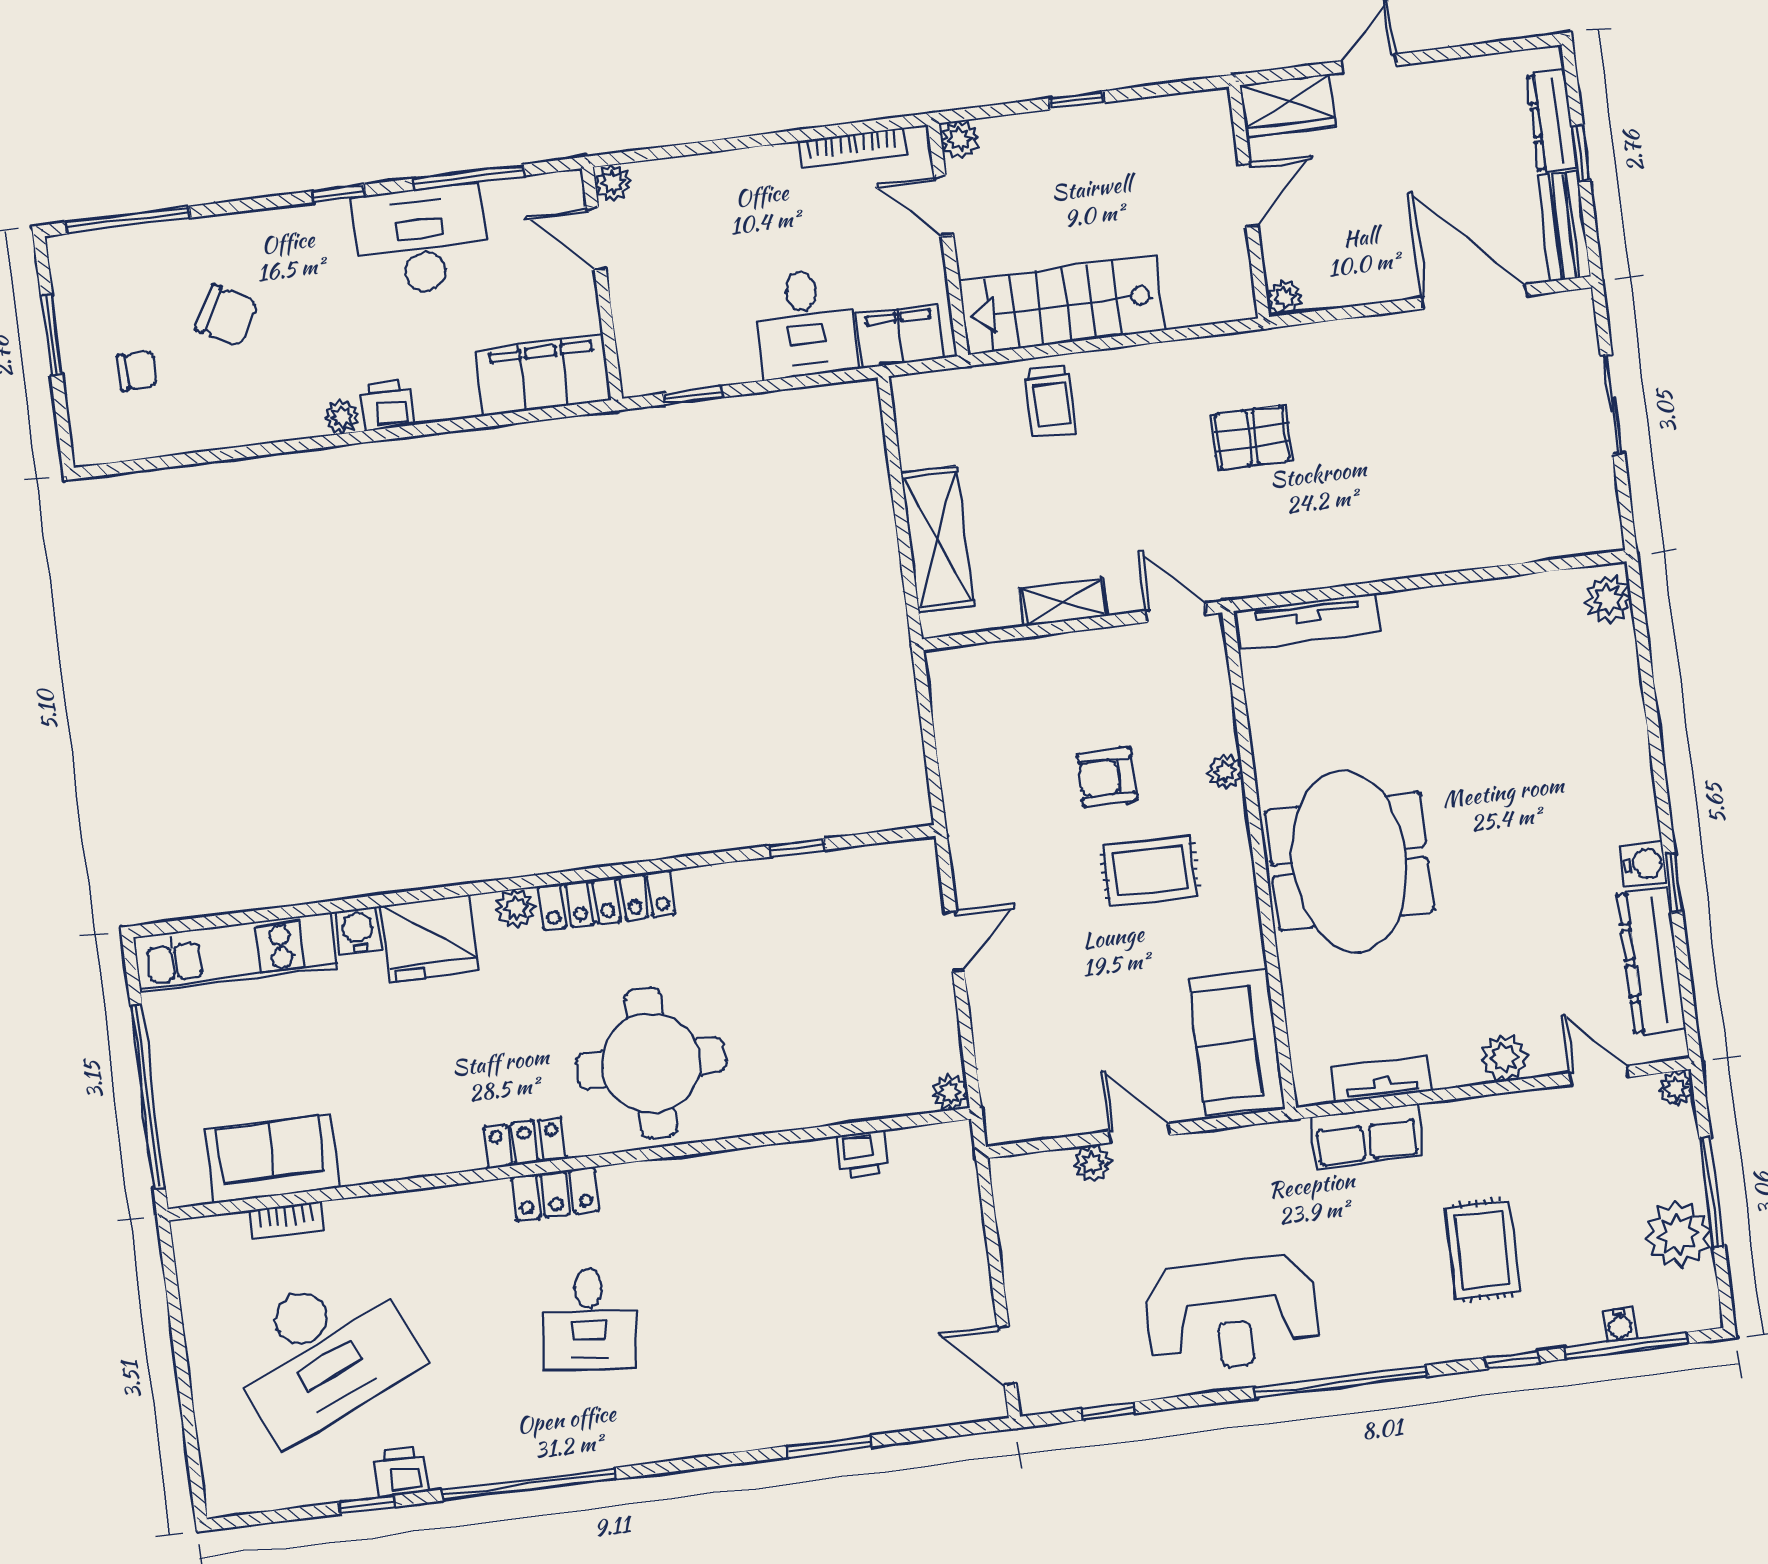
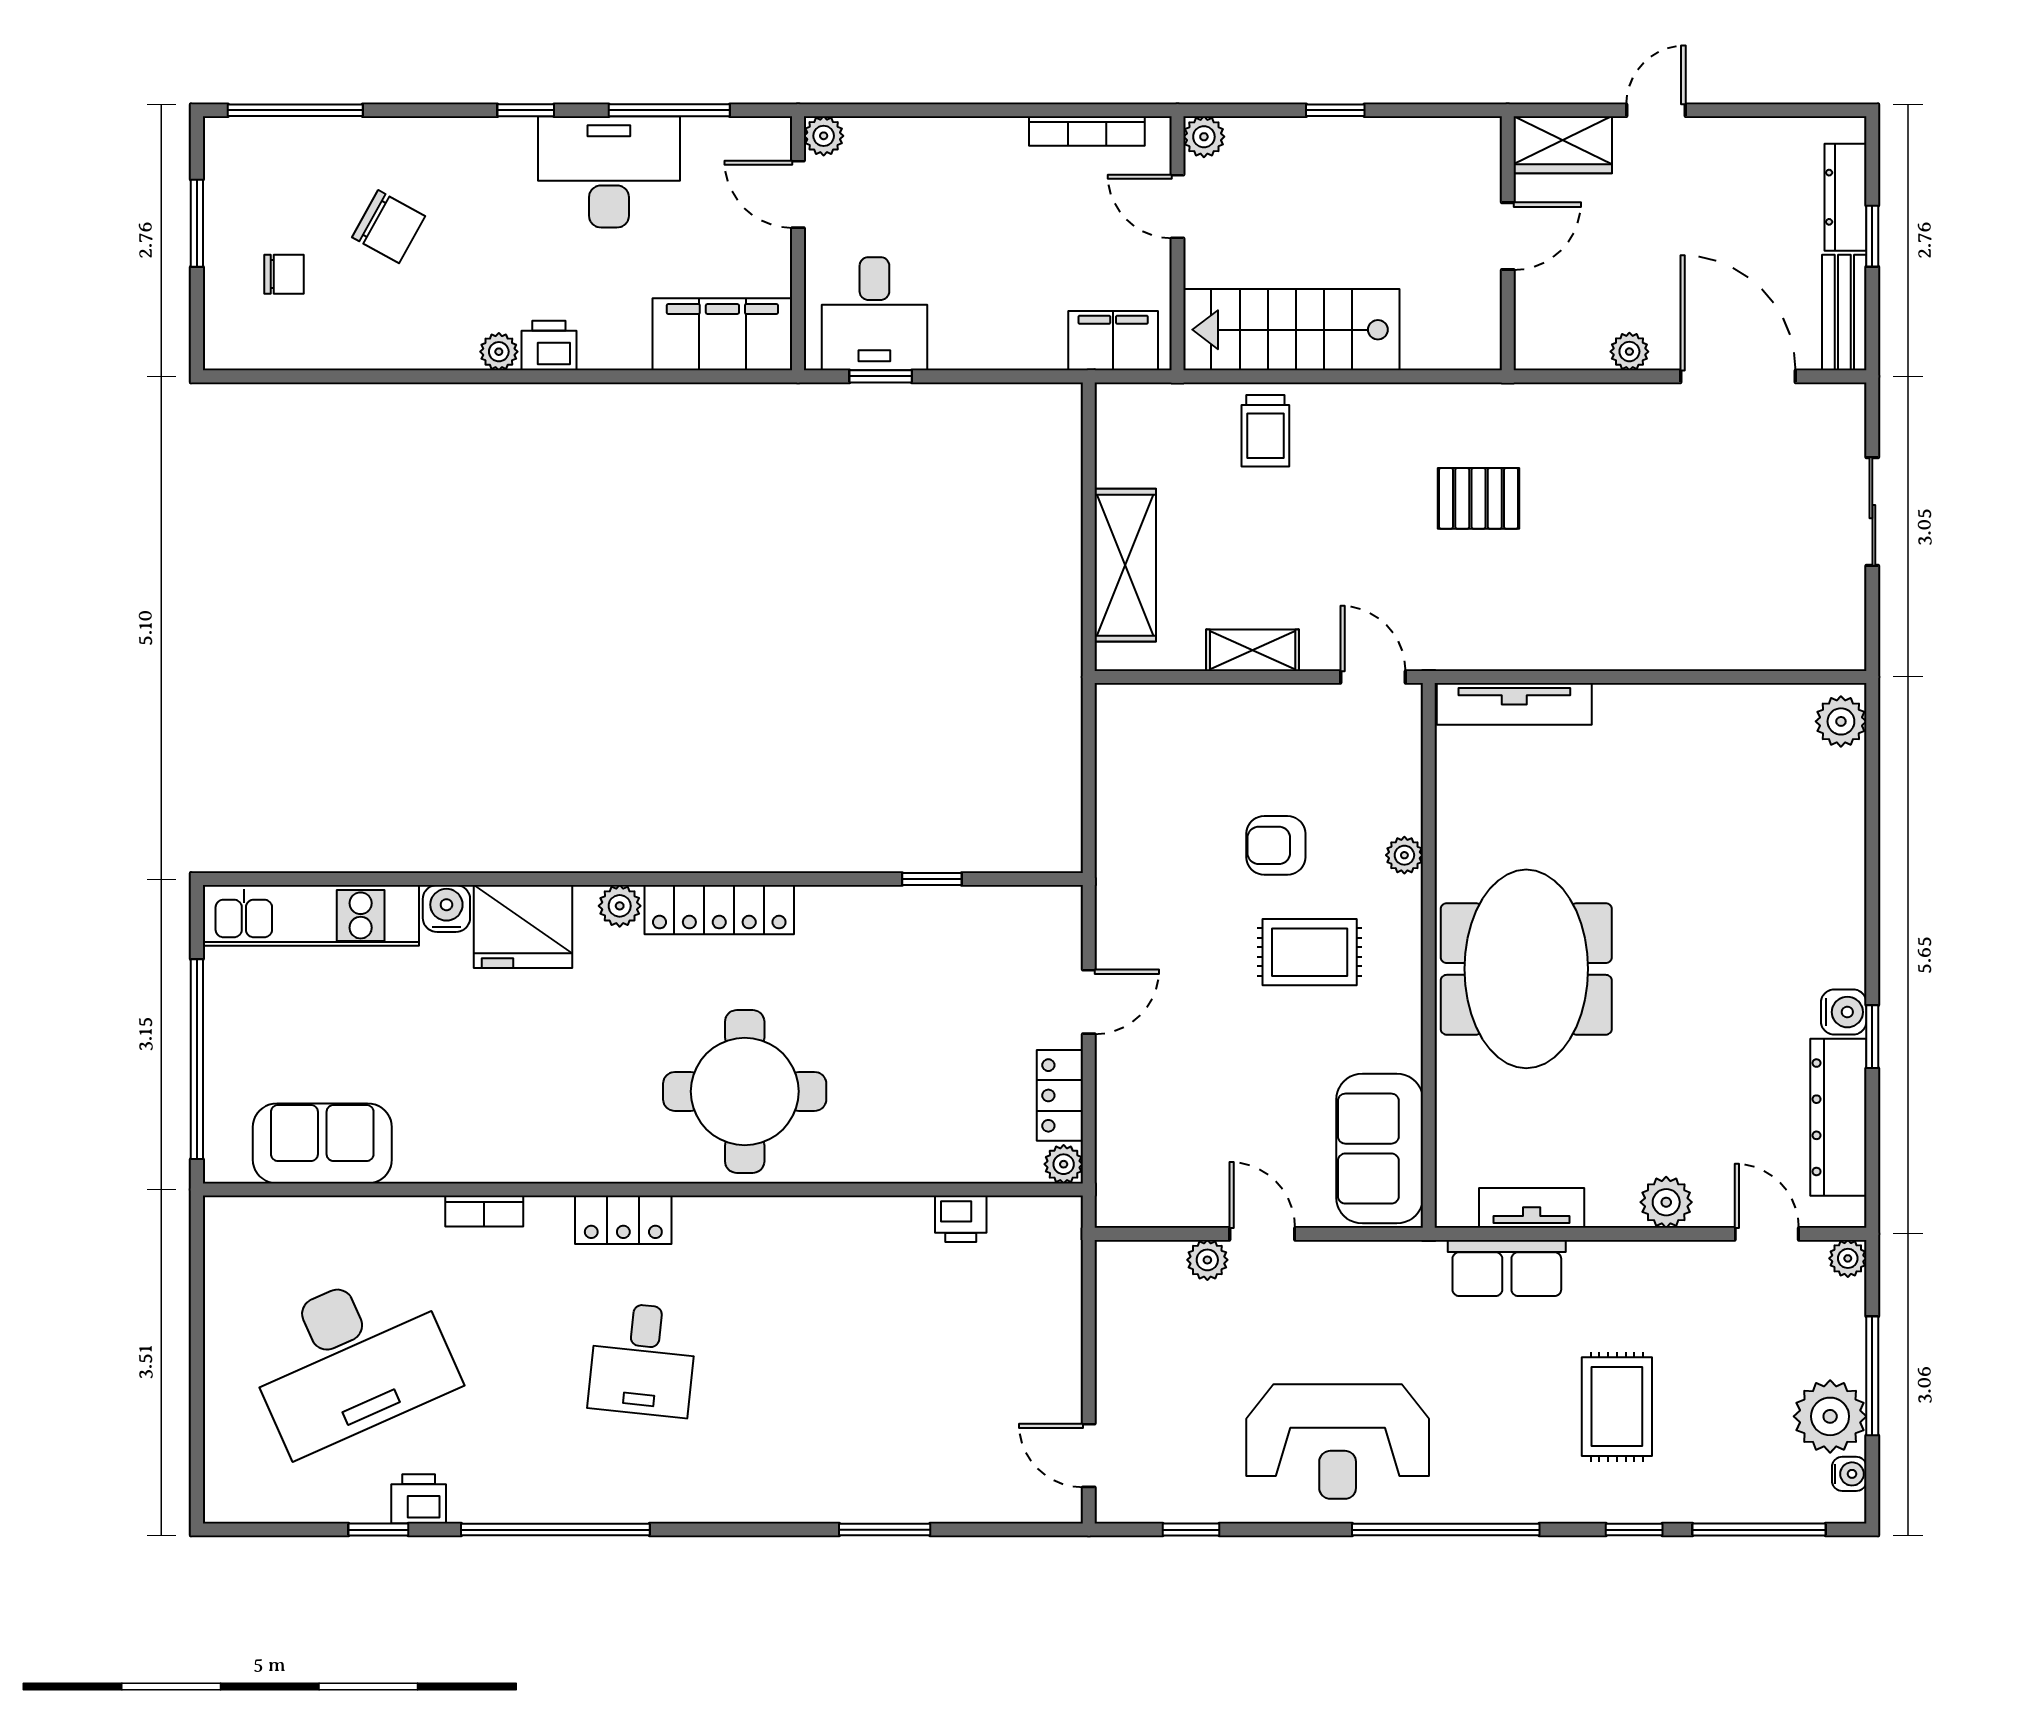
plant: (1284, 298) -> (1629, 352), moved
desk: (805, 323) -> (874, 314), moved
locker: (525, 1143) -> (1060, 1095), moved, turned -90
bookcase: (286, 1220) -> (484, 1211), moved
water cooler: (1620, 1325) -> (1849, 1474), moved, turned -90

